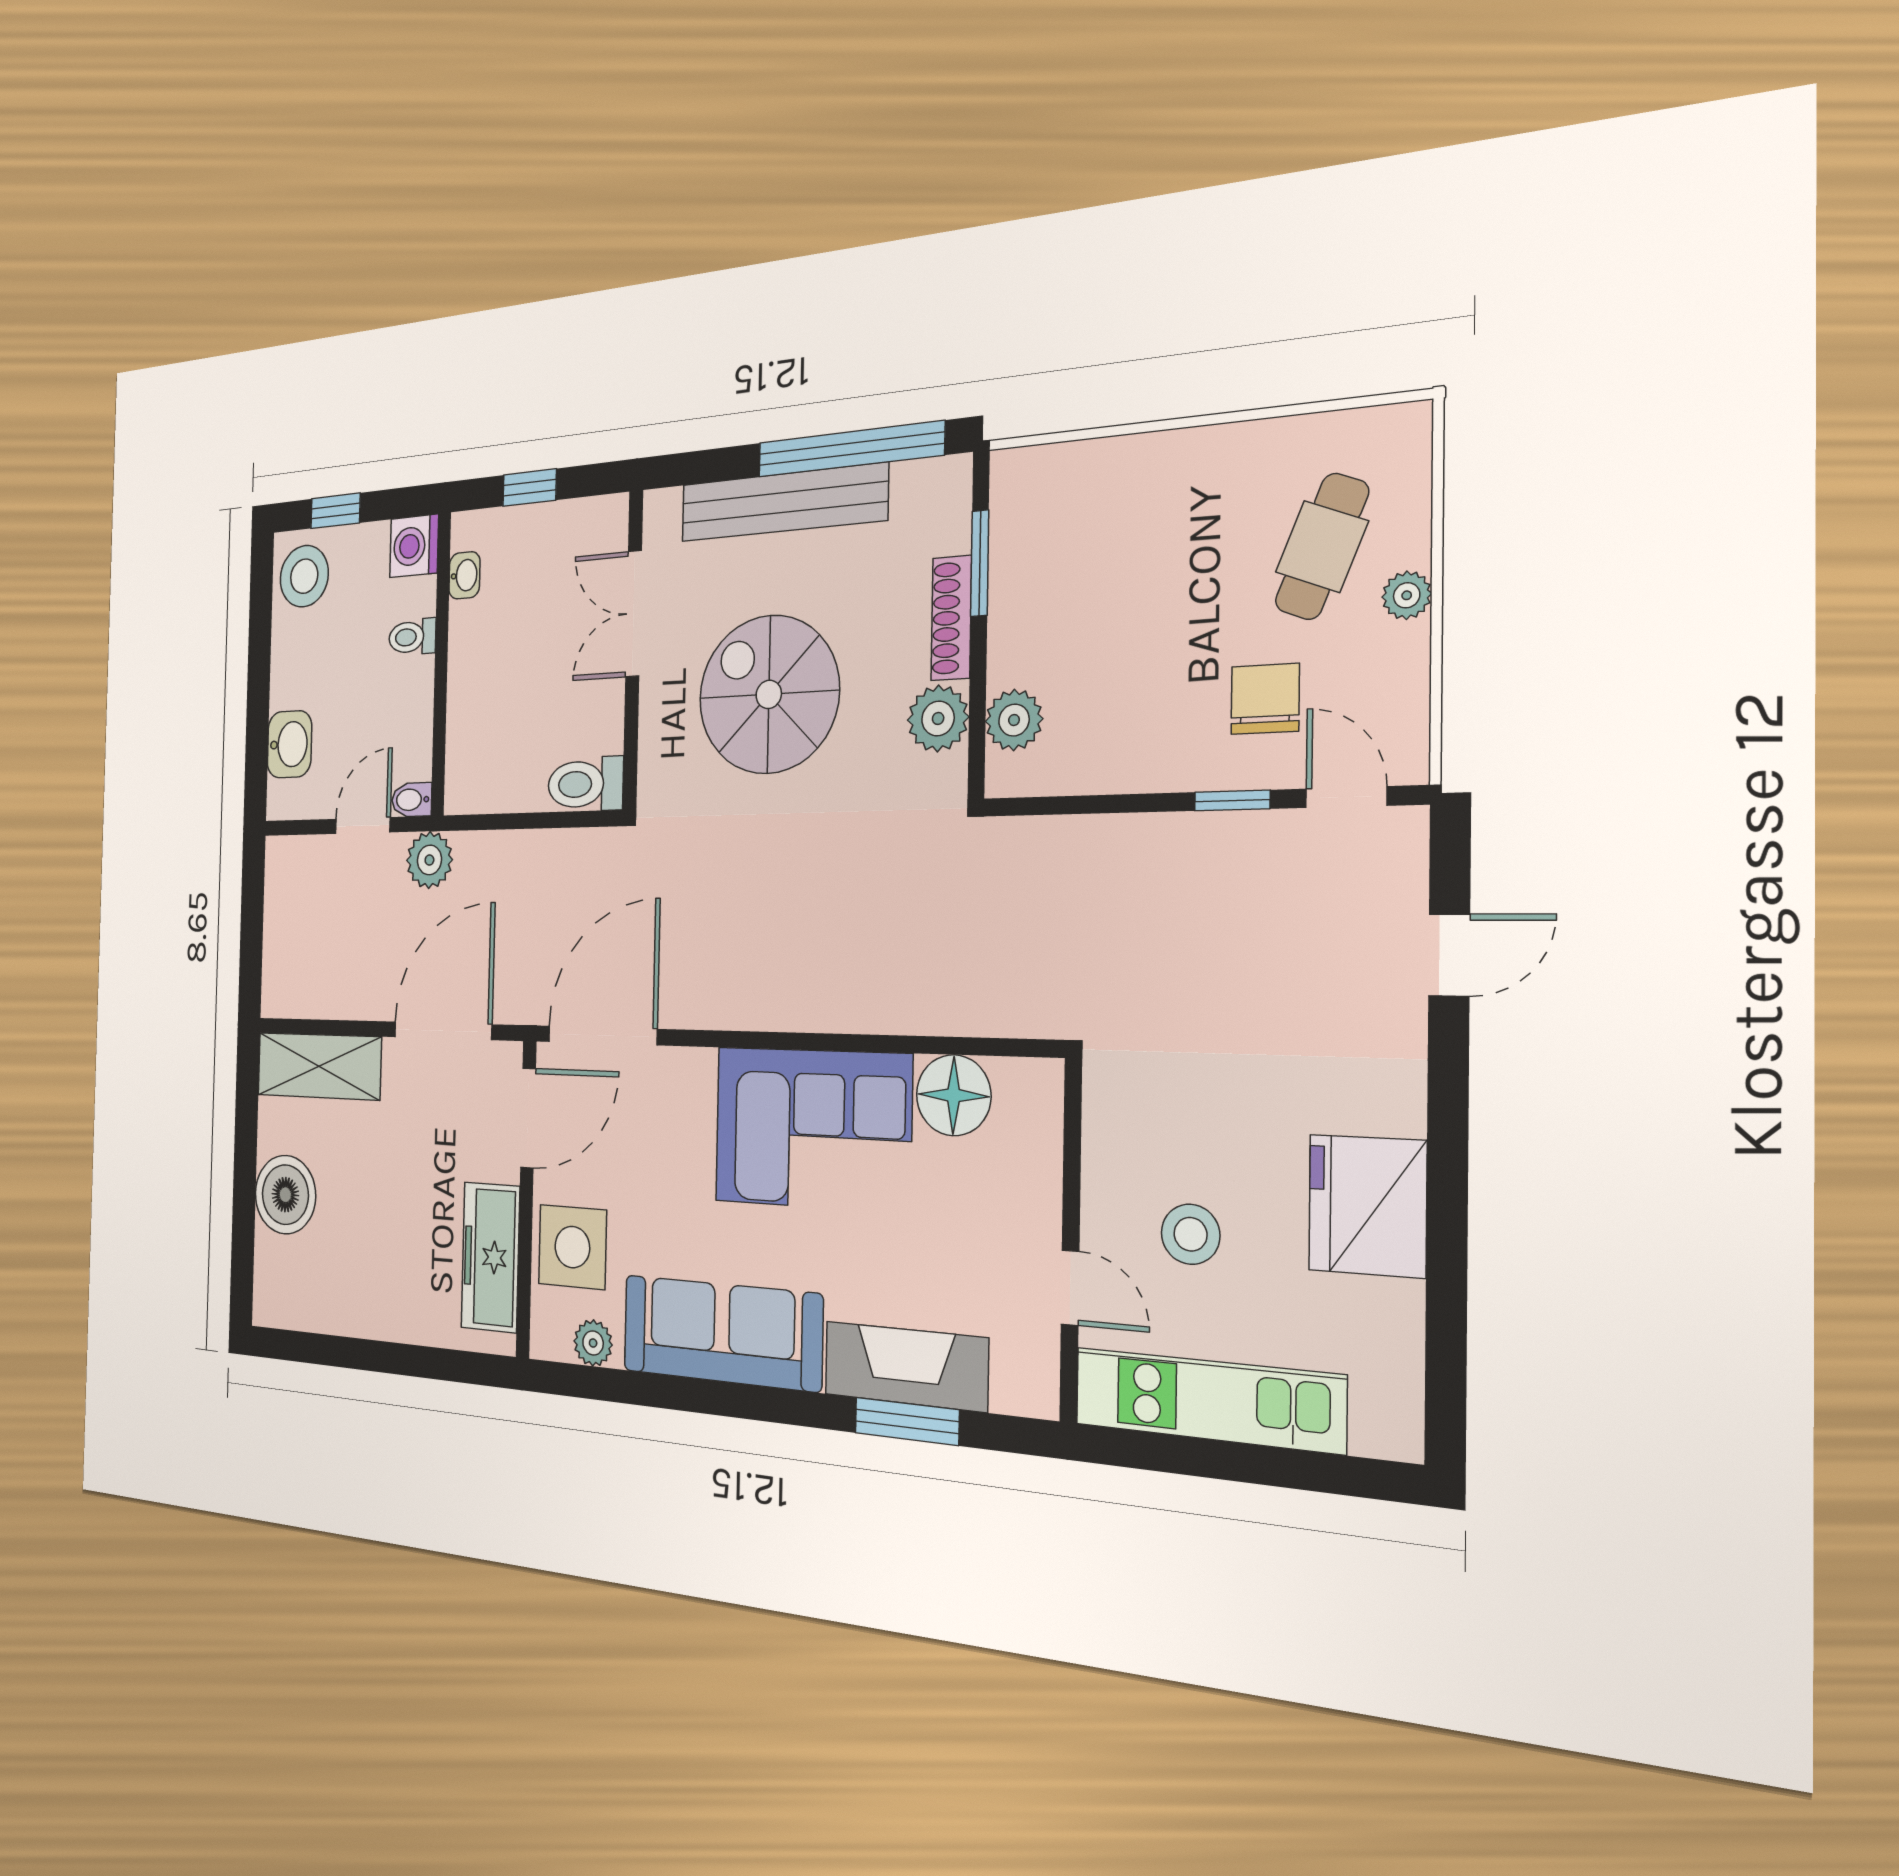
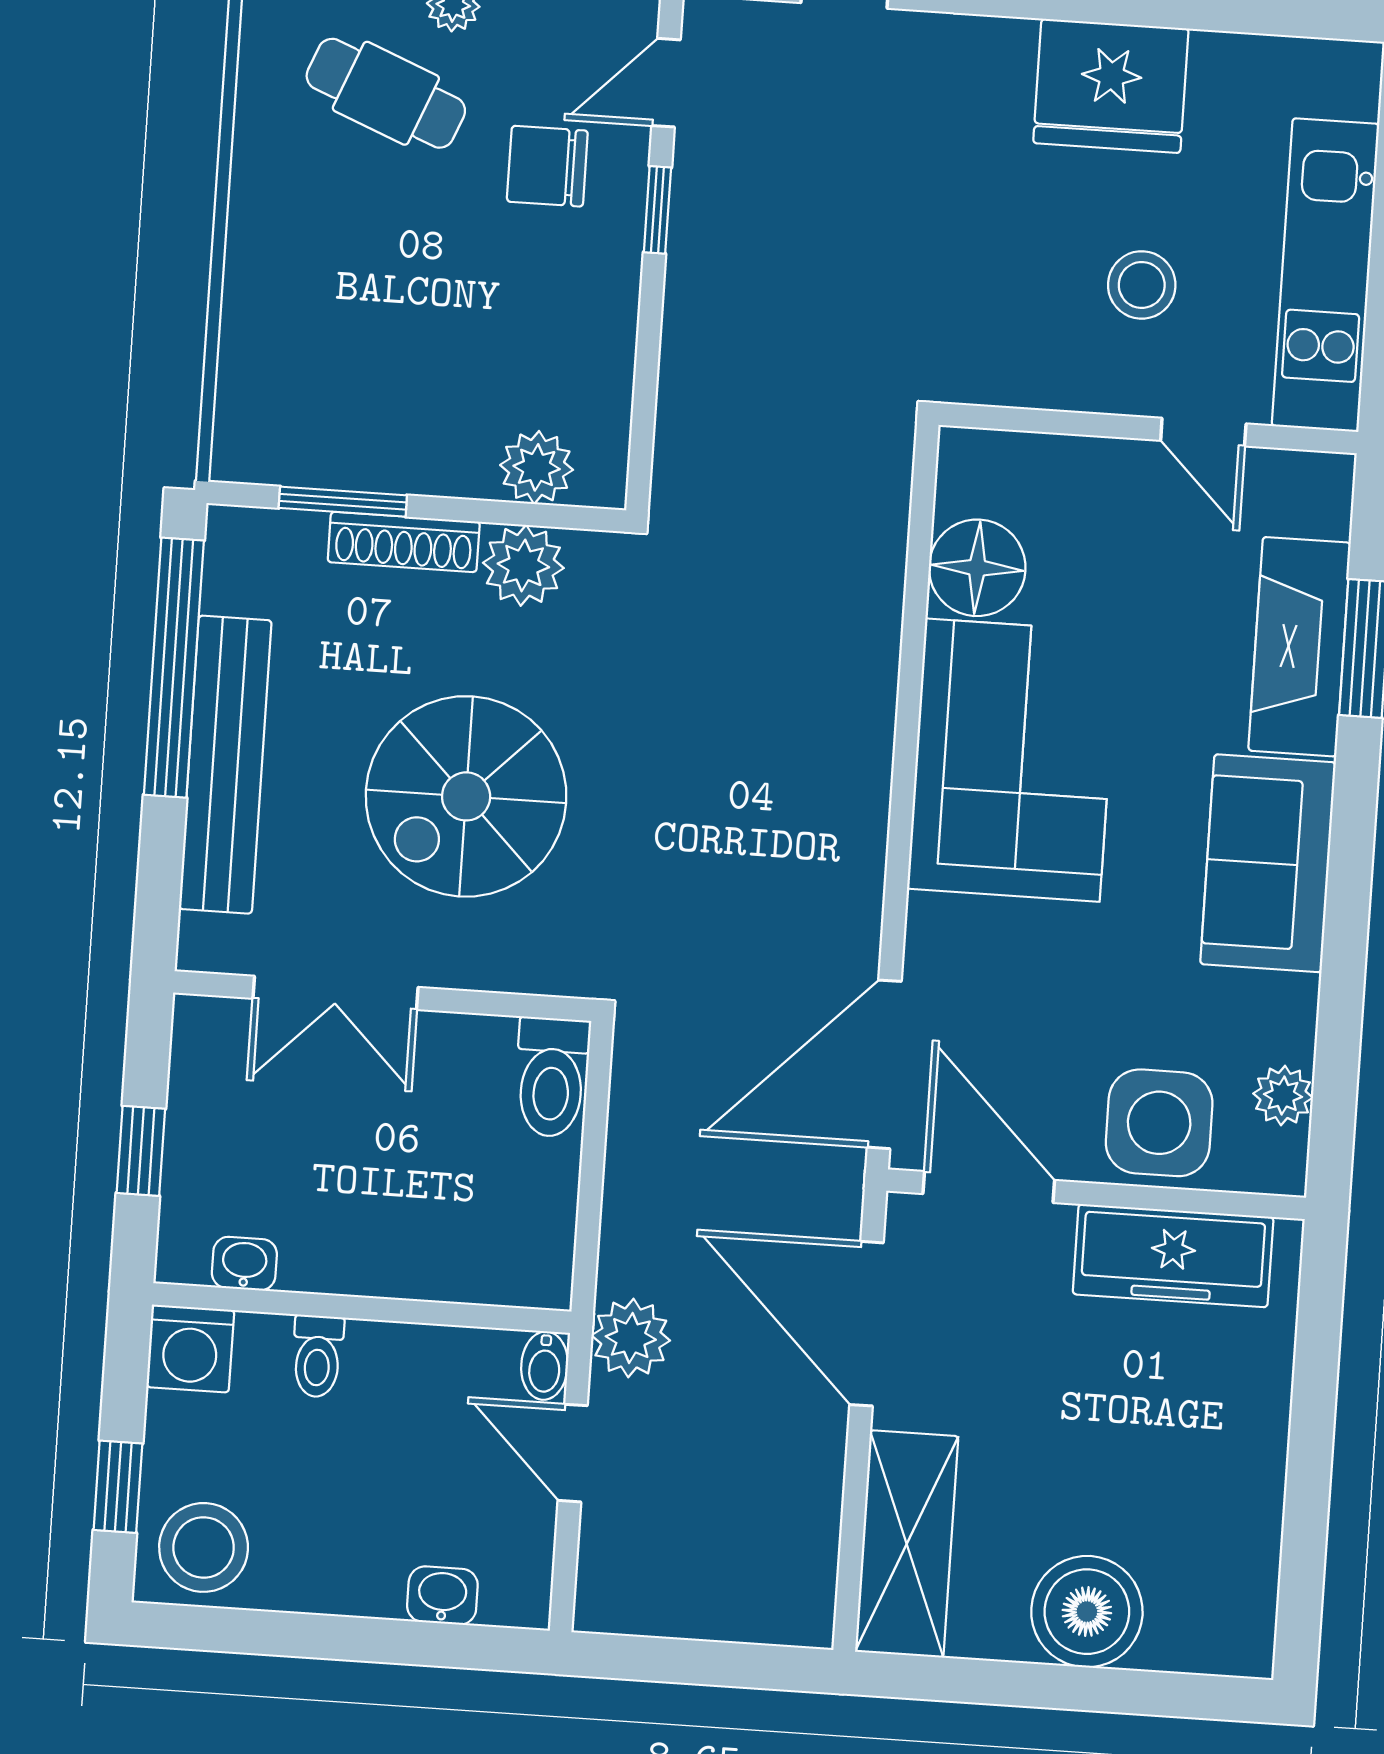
washbasin: (289, 744) -> (442, 1595), width x0.72, depth x0.69
door: (602, 1035) -> (884, 1064), hinge flipped
door: (1070, 1288) -> (1203, 432), swing flipped
sofa: (722, 1333) -> (1268, 863), width x0.73

